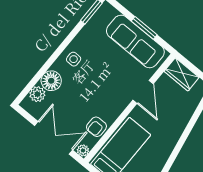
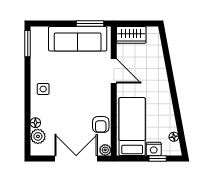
window: (144, 28) -> (90, 23), moved
floor lamp: (51, 81) -> (35, 123), width x0.53, depth x0.53

